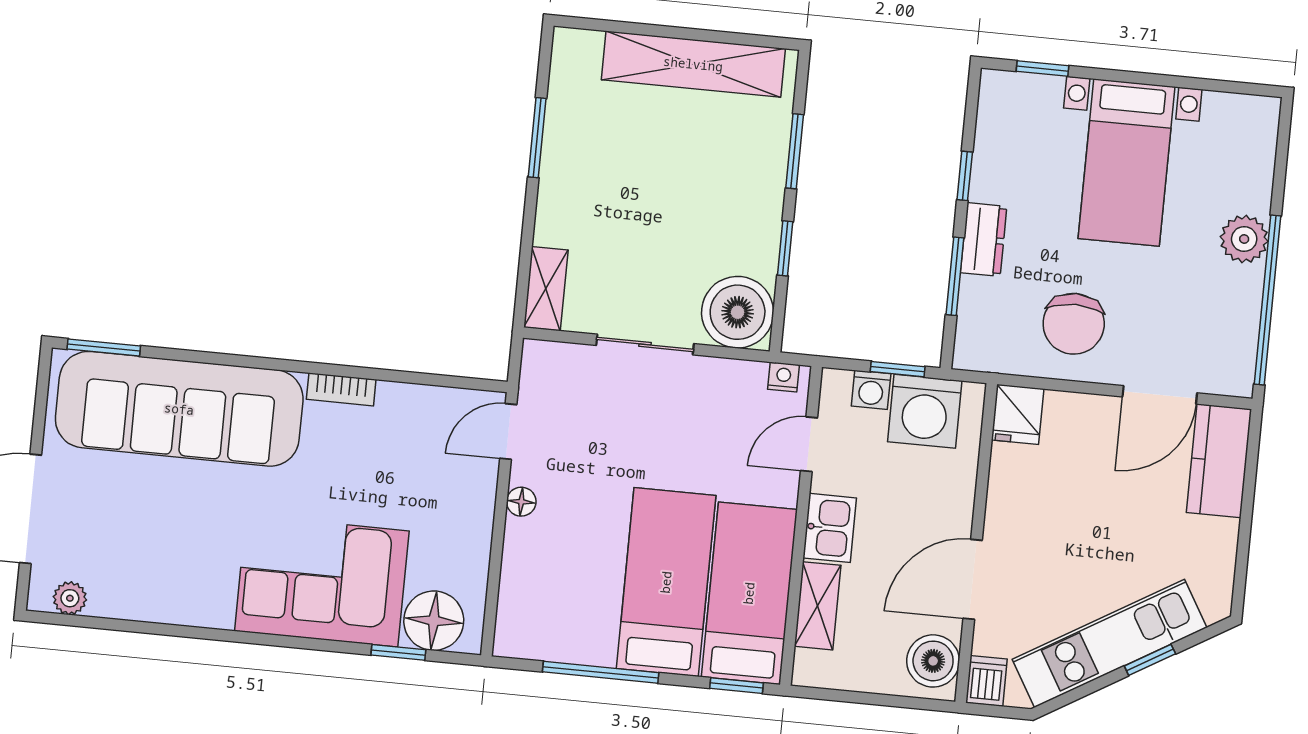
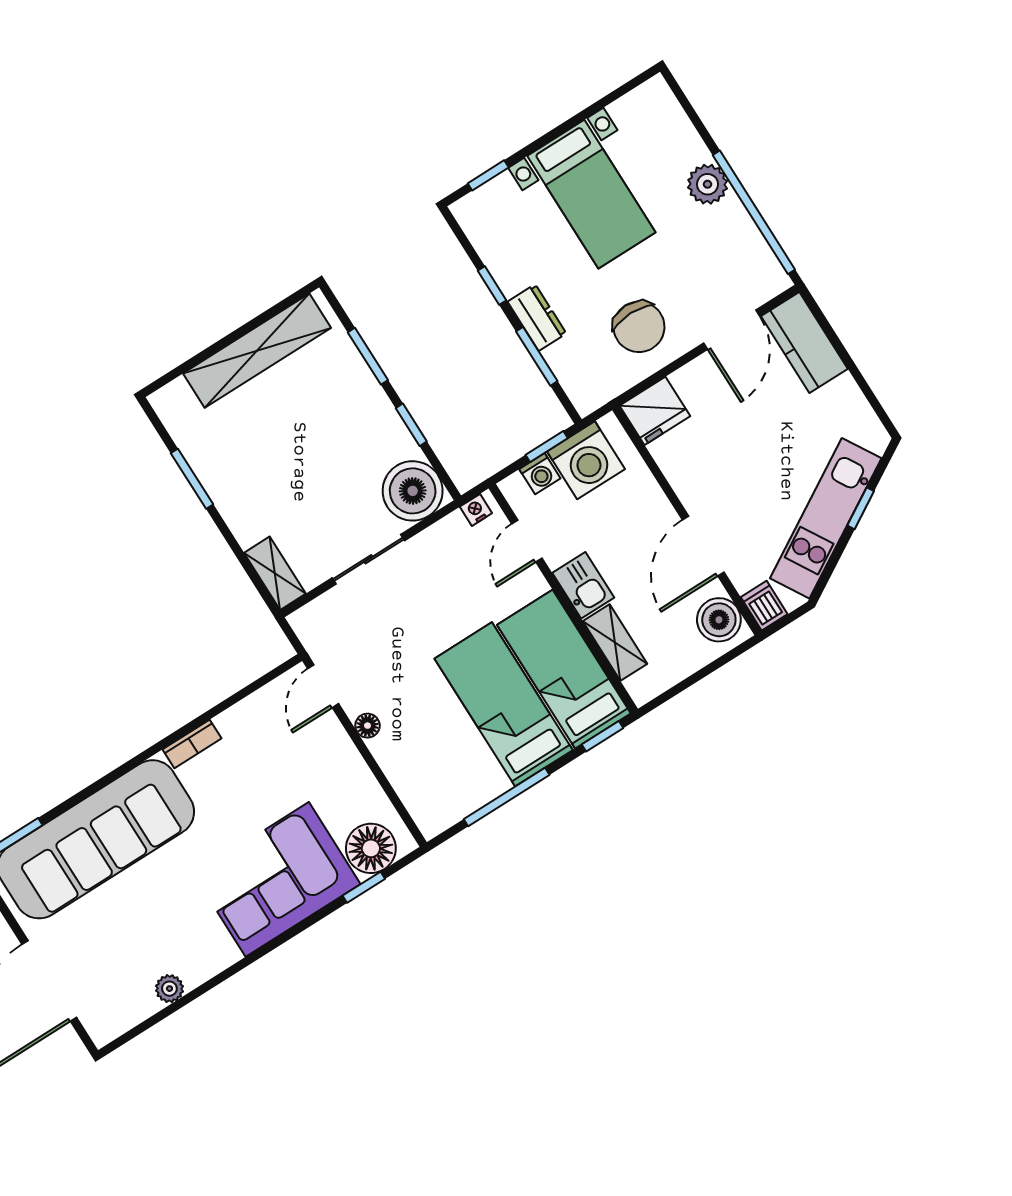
fridge: (1018, 414) -> (655, 411), width x1.38
plant: (70, 598) -> (169, 989), moved

